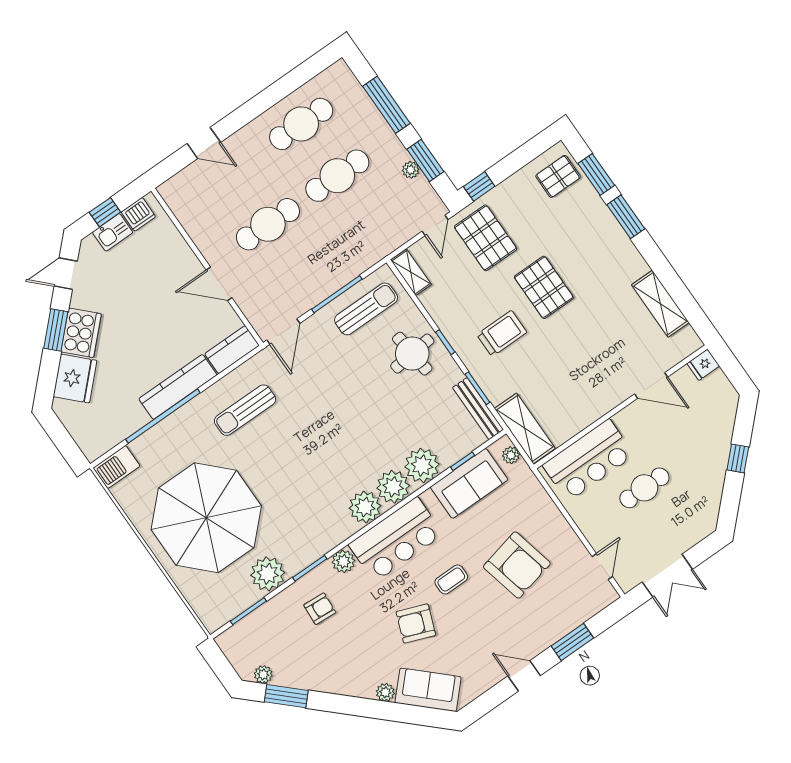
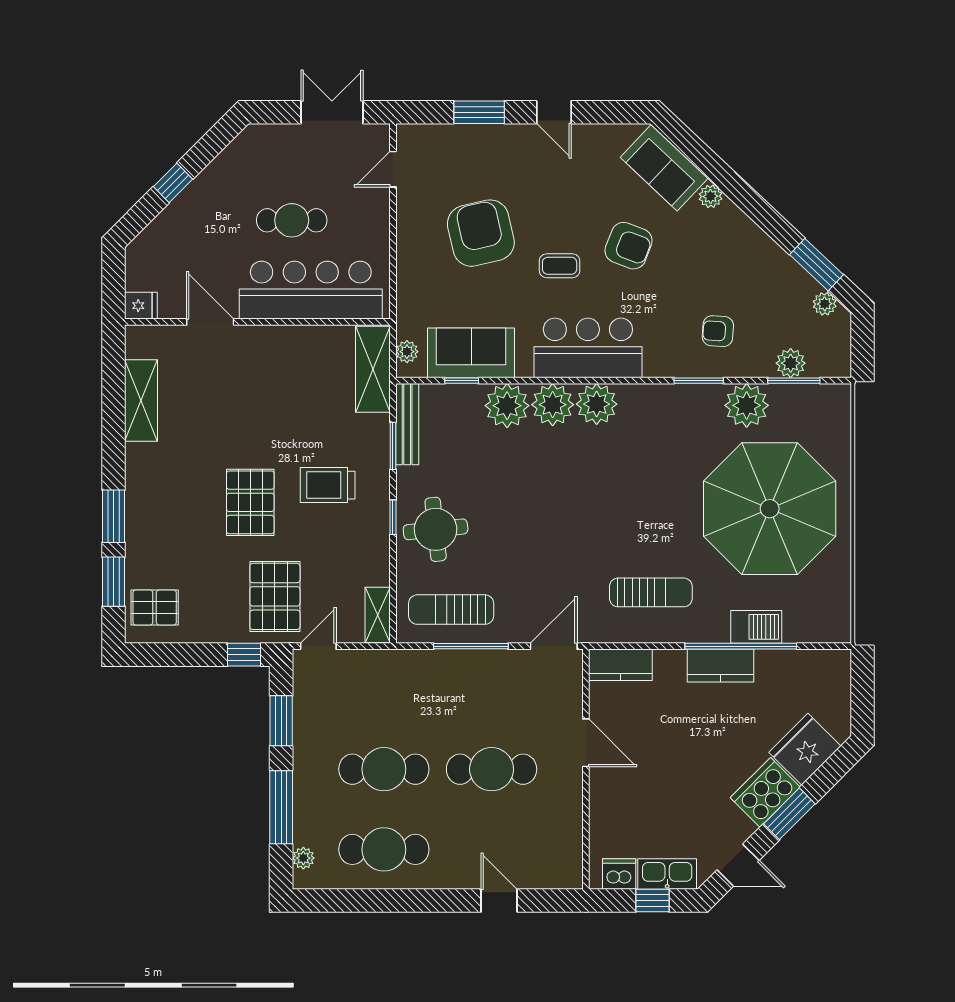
plant: (411, 170) -> (303, 858), moved
kitchen sink: (113, 232) -> (667, 874), width x1.38
kitchen counter: (178, 387) -> (720, 666), width x0.67
bar counter: (588, 460) -> (311, 290), width x1.36
barbecue: (117, 467) -> (756, 627), moved
plant: (343, 561) -> (791, 363), moved

